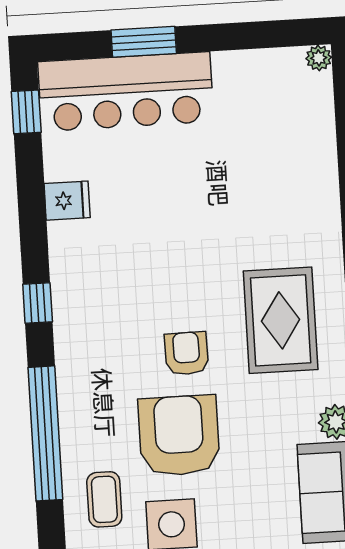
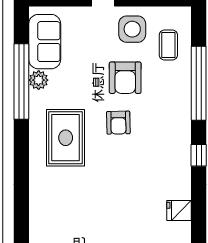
armchair: (179, 436) -> (125, 78), width x0.73, depth x0.73

